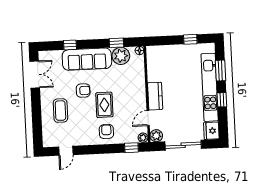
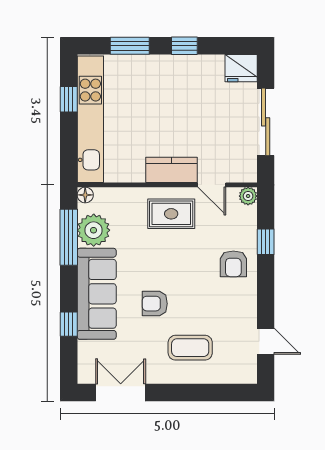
window: (116, 43) -> (69, 237), width x2.17
kitchen unit: (210, 87) -> (90, 119), moved, turned -90
armchair: (83, 90) -> (155, 304), turned -90
rug: (104, 105) -> (171, 214), moved
armchair: (106, 132) -> (233, 264), turned -90
plant: (156, 136) -> (246, 171), removed
window: (131, 148) -> (266, 242), moved

